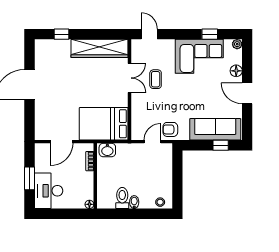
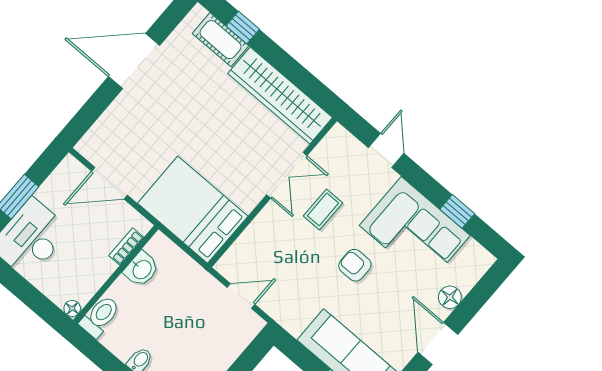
door: (149, 34) -> (386, 151), moved
plant: (237, 44) -> (484, 260), removed
cot: (57, 46) -> (221, 40), added
armchair: (170, 129) -> (355, 265), moved
washbasin: (107, 150) -> (142, 269), moved, turned -90
toilet: (122, 198) -> (100, 316), moved

